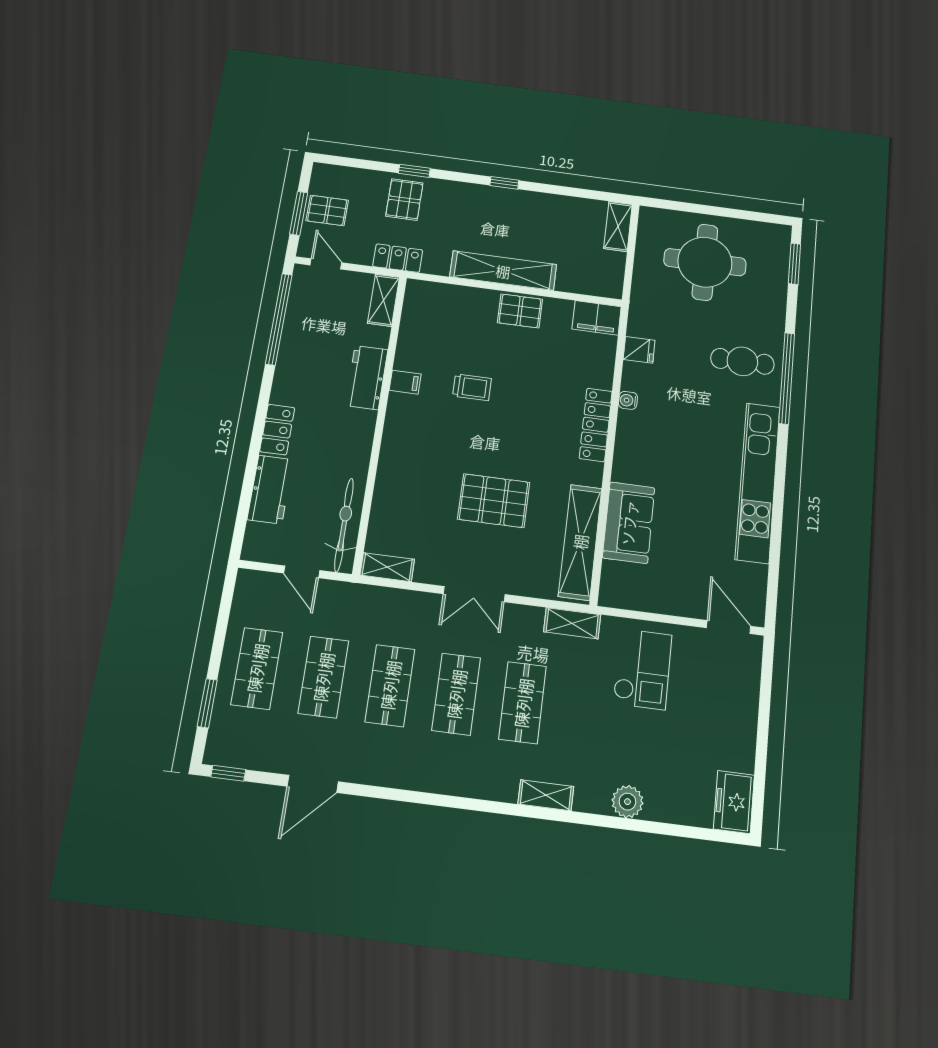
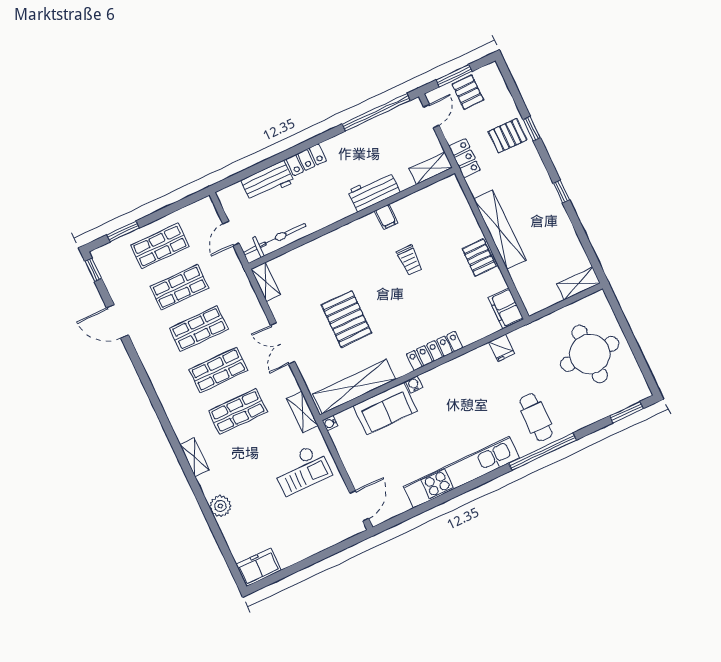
water cooler: (628, 400) -> (414, 385), moved
water cooler: (606, 599) -> (330, 423), added

